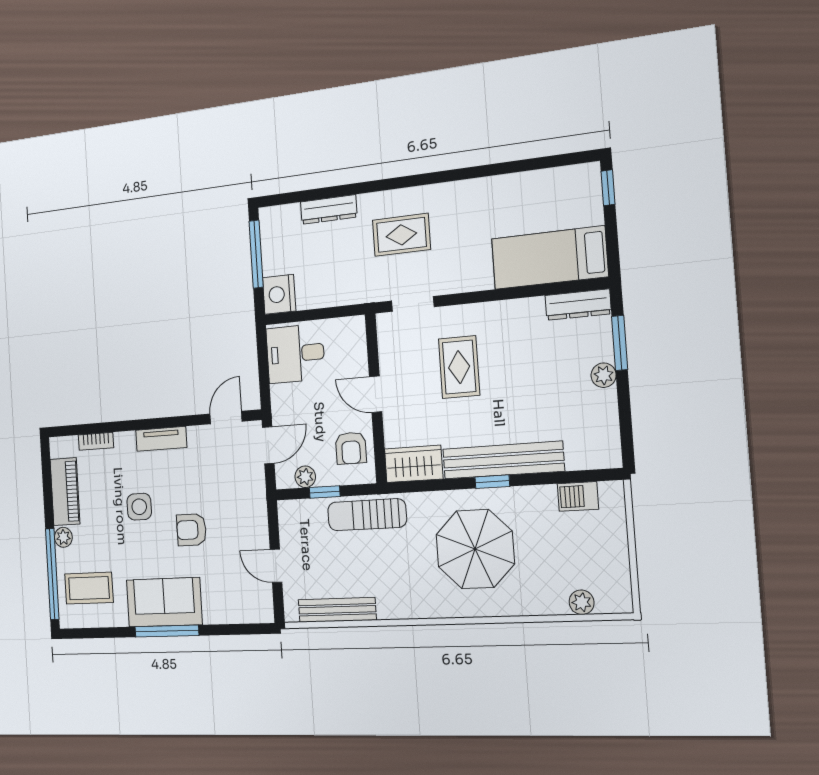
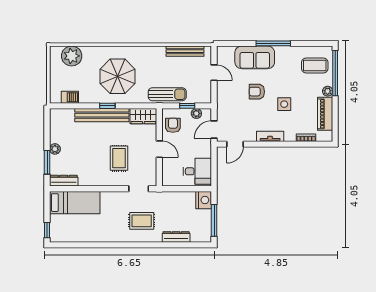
armchair: (191, 530) -> (257, 92), turned 180
sofa: (164, 602) -> (255, 57), moved
plant: (582, 602) -> (72, 56), width x1.88, depth x1.88

